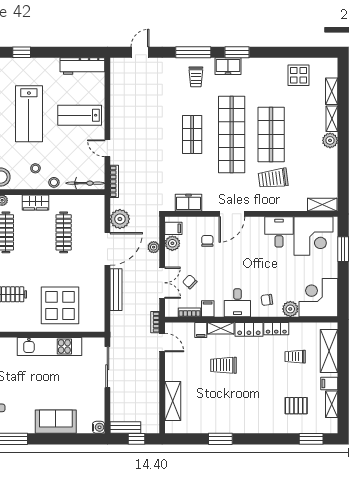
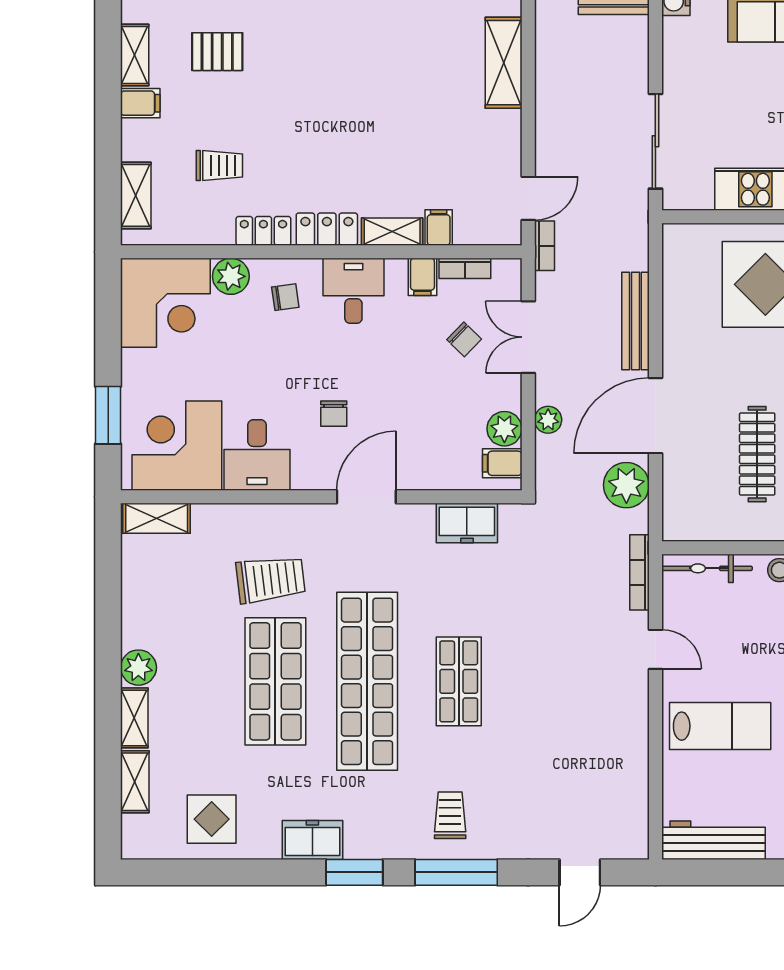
freezer: (228, 66) -> (312, 840), moved
chair: (207, 241) -> (334, 414), moved
door: (162, 342) -> (528, 198), swing flipped
shelving: (329, 351) -> (136, 195), width x0.67, depth x0.75
trolley: (223, 365) -> (386, 145), removed

